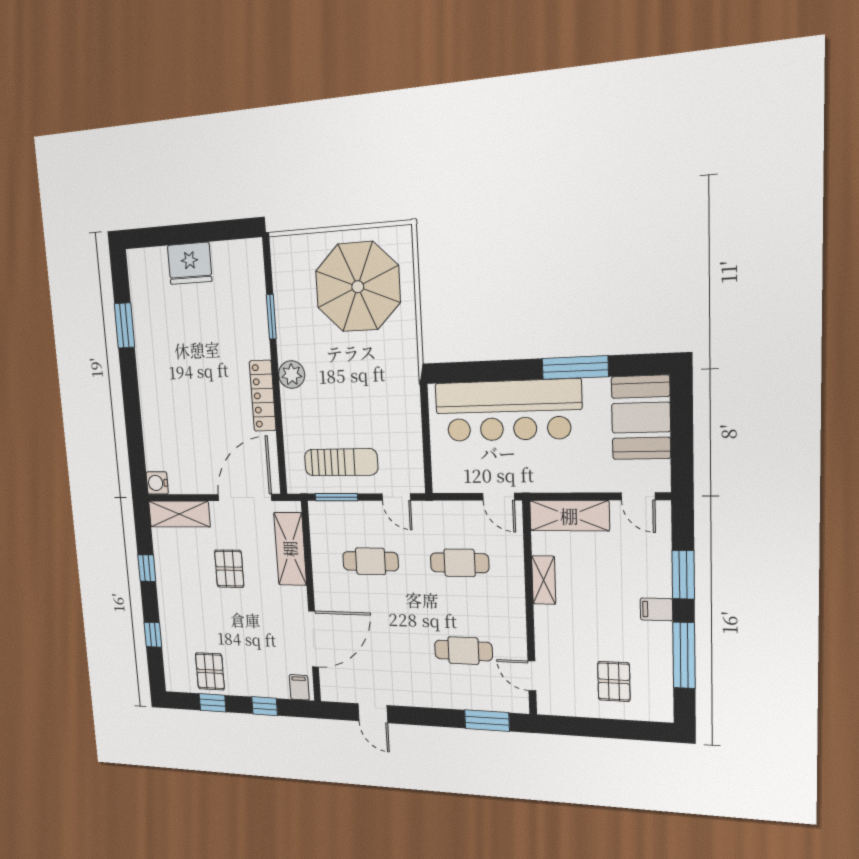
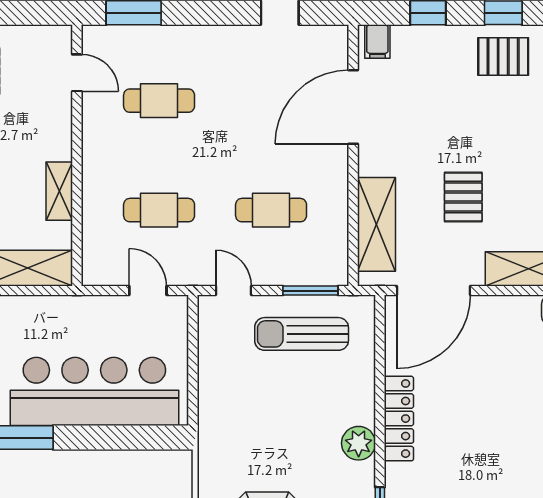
door: (499, 497) -> (148, 291), moved
pallet: (210, 671) -> (503, 57), turned 90

